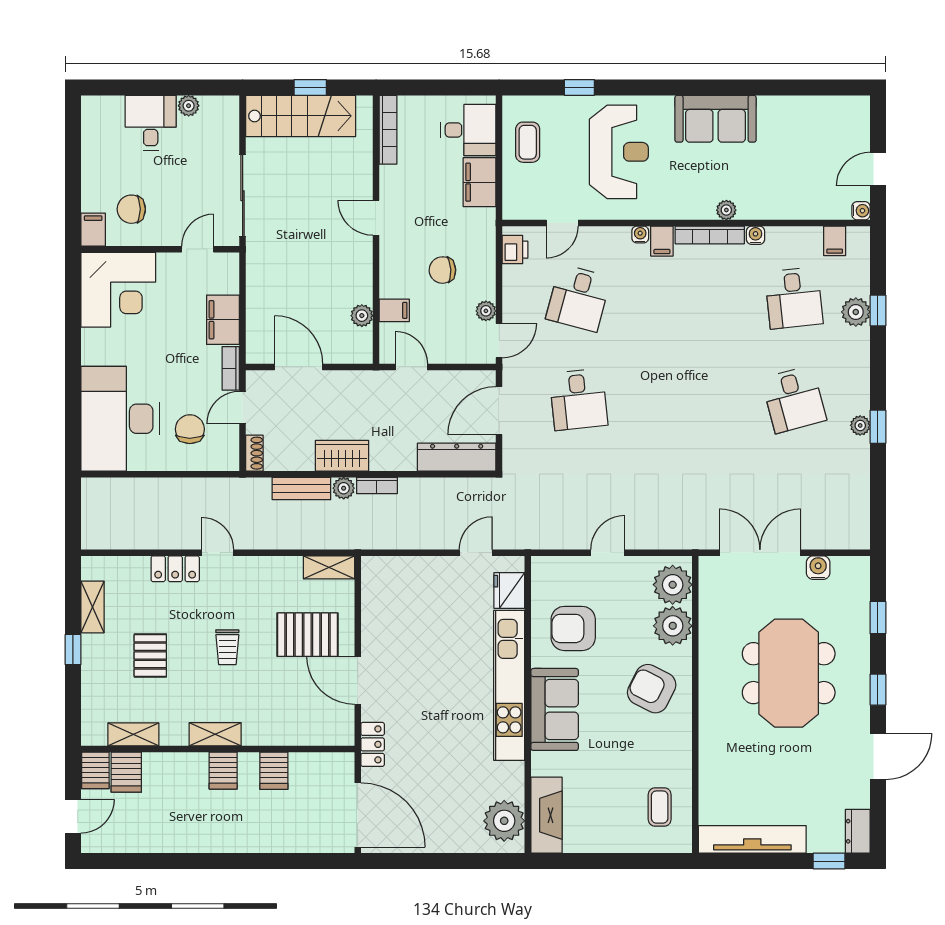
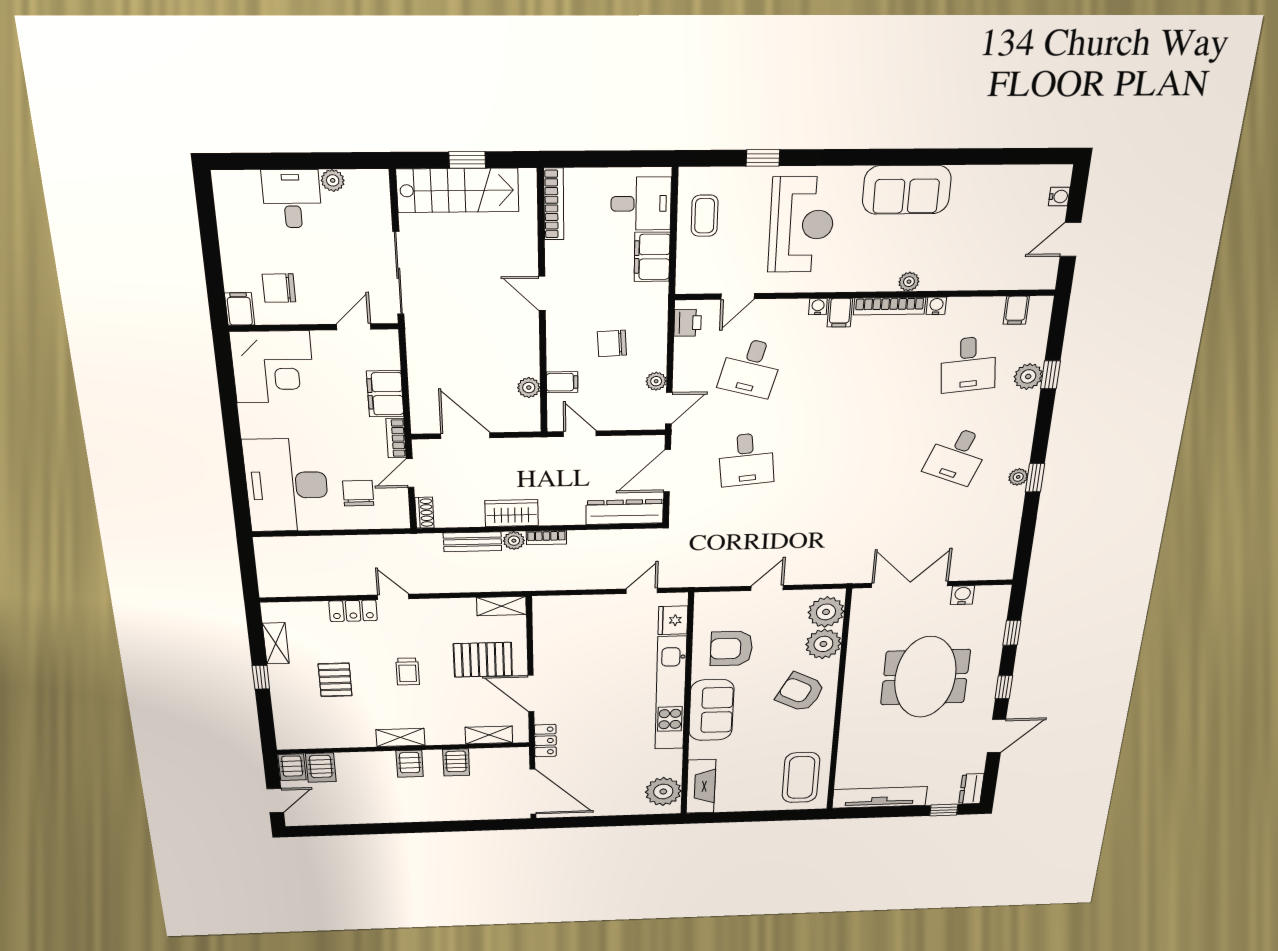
water cooler: (861, 211) -> (1059, 197), moved
desk: (794, 399) -> (957, 456), turned 36
shelving: (133, 734) -> (489, 735), moved
coffee table: (660, 807) -> (801, 778), width x1.86, depth x1.72

